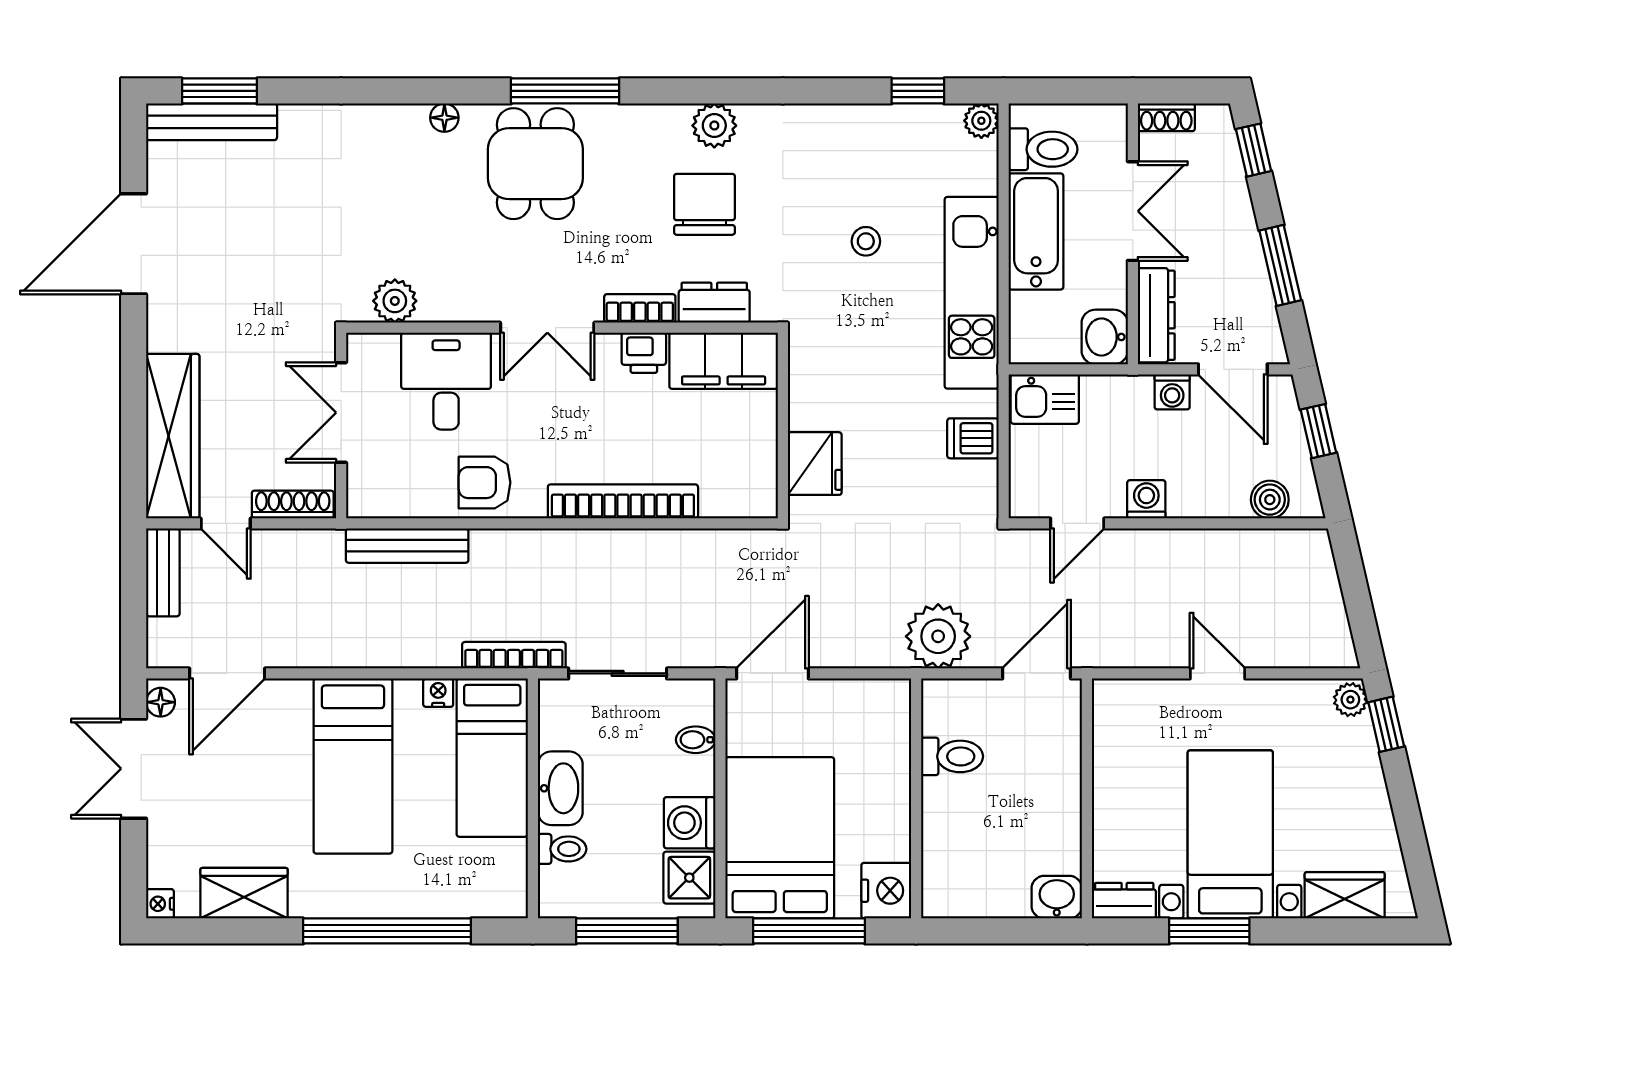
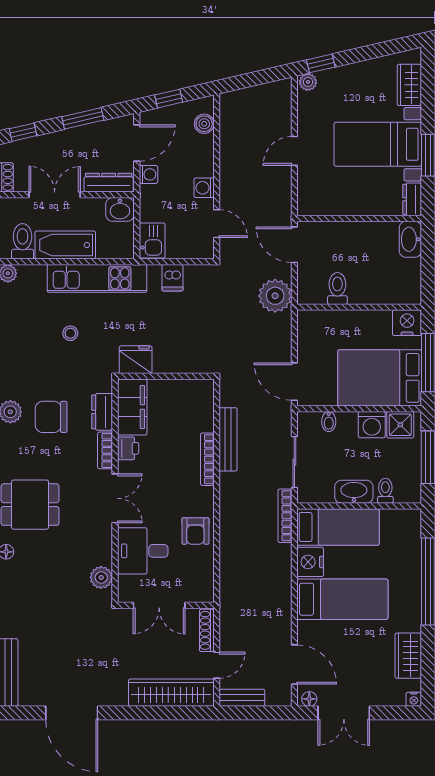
fridge: (815, 464) -> (136, 360), moved
bookcase: (623, 501) -> (207, 459), width x0.68, depth x0.76
bench: (407, 546) -> (228, 439), moved
nightstand: (438, 693) -> (310, 562), width x1.89, depth x1.79
washbasin: (1057, 897) -> (410, 239), width x1.38

